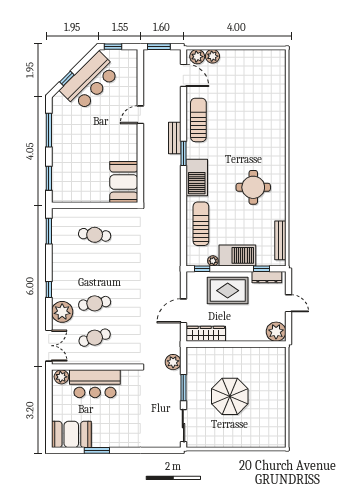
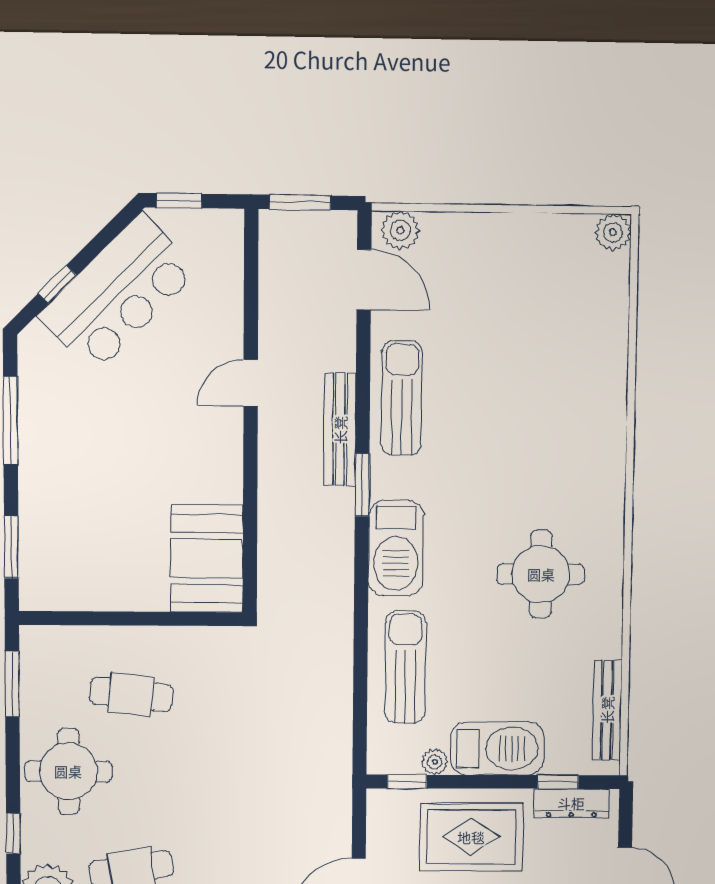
plant: (213, 56) -> (613, 232), moved
bench: (175, 138) -> (340, 430), width x1.36
round table: (70, 265) -> (68, 771), added

